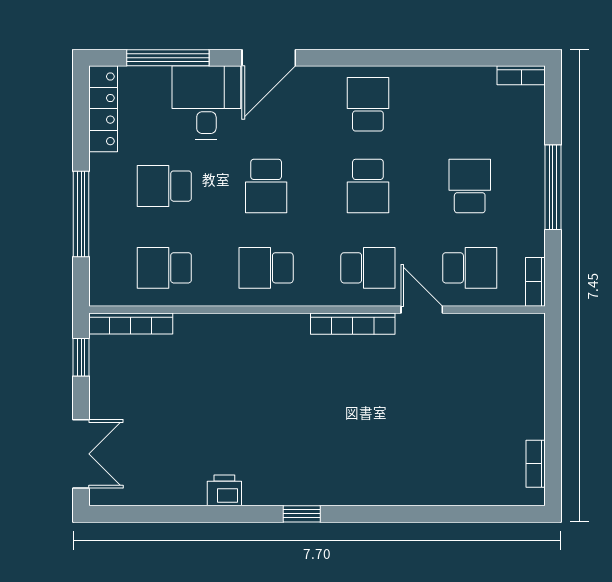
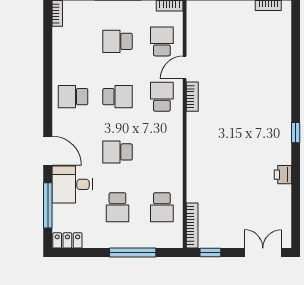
locker: (103, 109) -> (67, 240), width x0.66
school desk: (266, 186) -> (117, 152), turned 180
school desk: (266, 268) -> (162, 152), removed
bookcase: (353, 324) -> (192, 97), width x0.64

